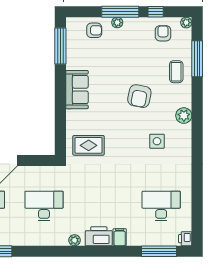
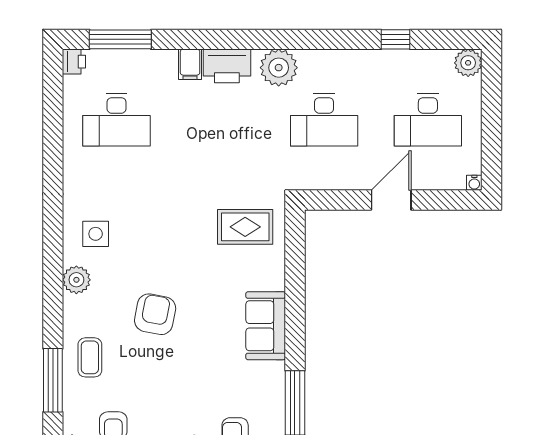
side table: (157, 141) -> (96, 234), moved
plant: (75, 240) -> (279, 68), width x1.87, depth x1.87

